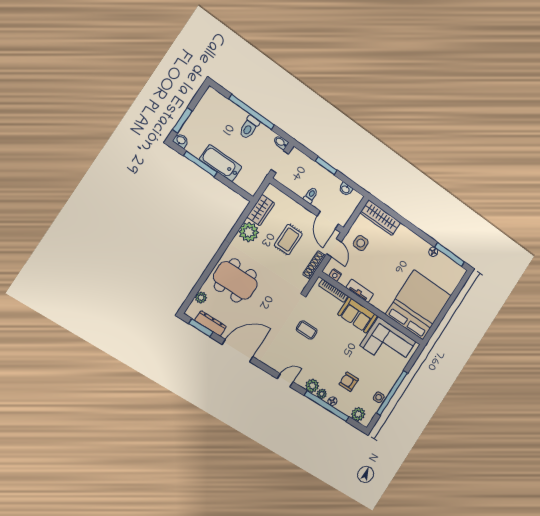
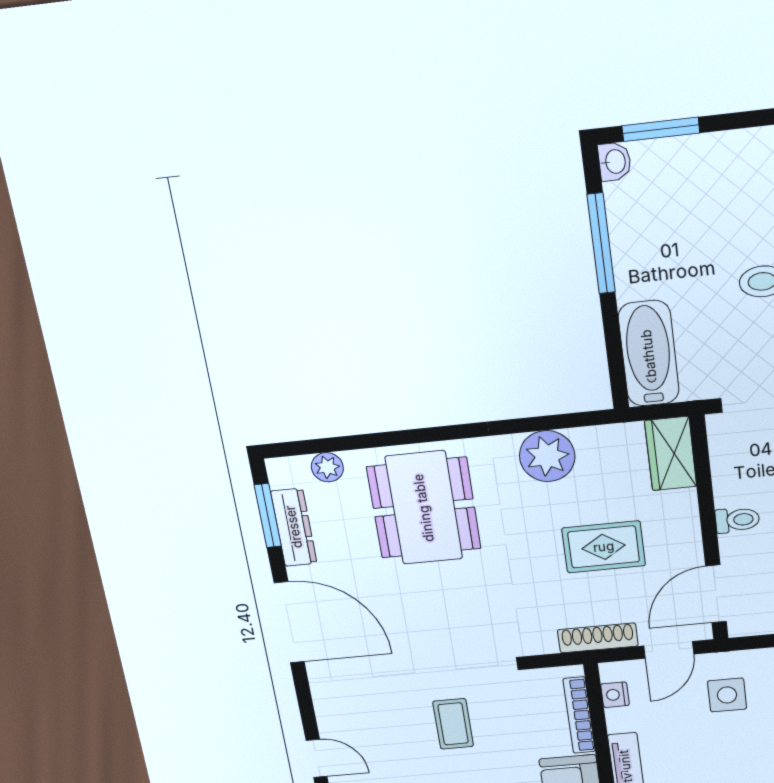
bathtub: (221, 163) -> (649, 353), moved
wardrobe: (261, 210) -> (671, 454), moved, turned 90

